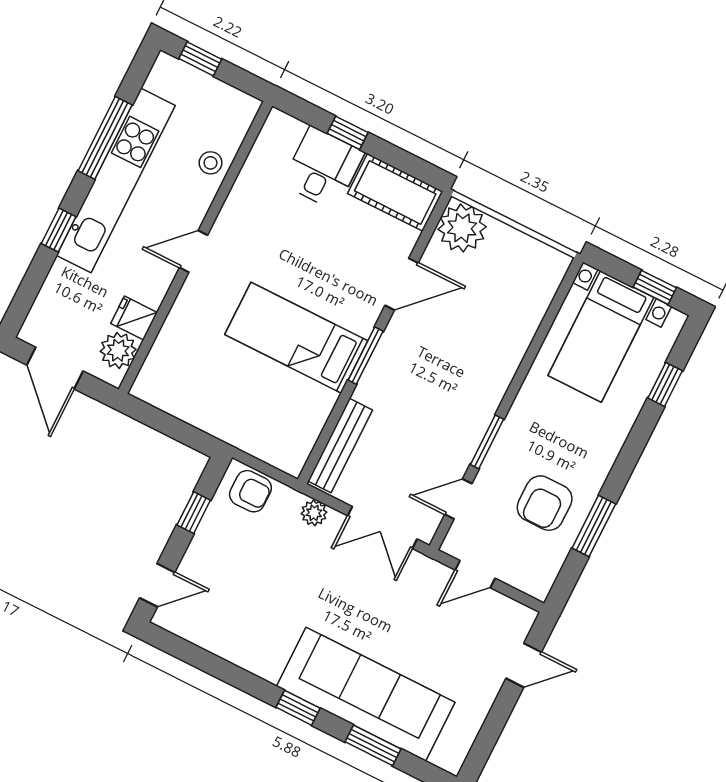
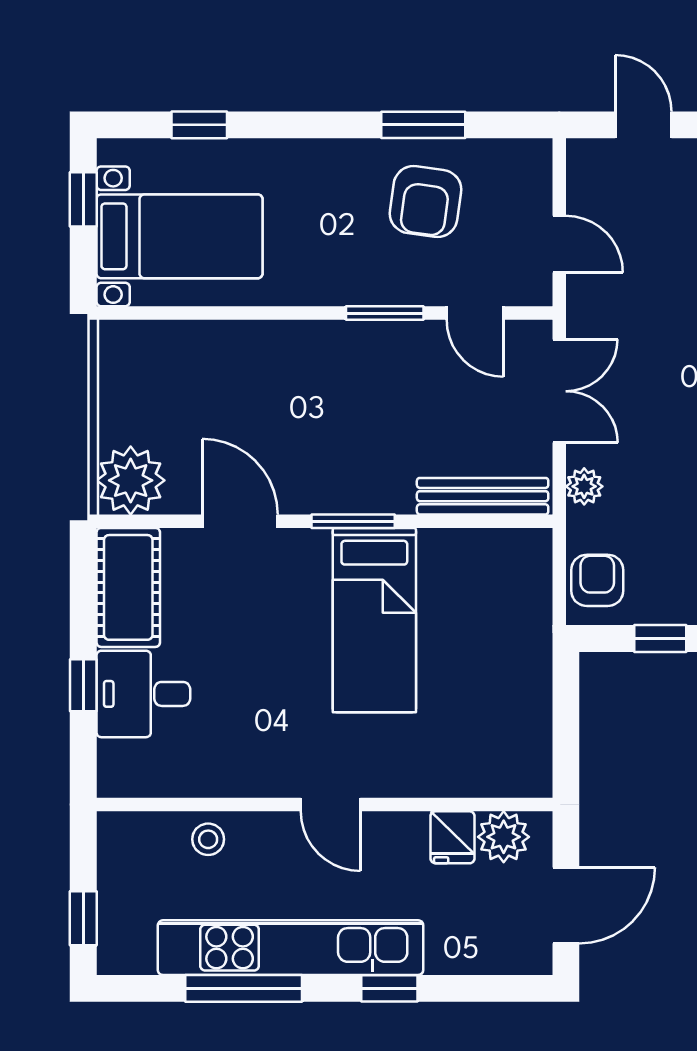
armchair: (545, 503) -> (425, 202), turned 98

